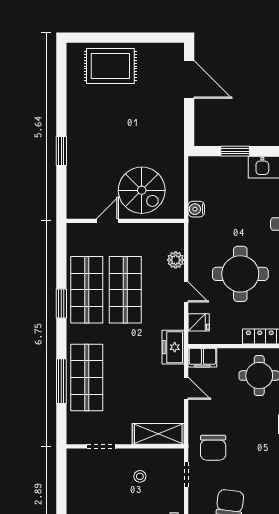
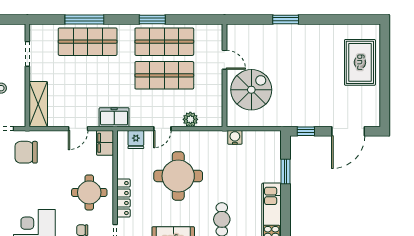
window: (189, 128) -> (306, 131), added
spiral stairs: (142, 190) -> (251, 90), turned 180

